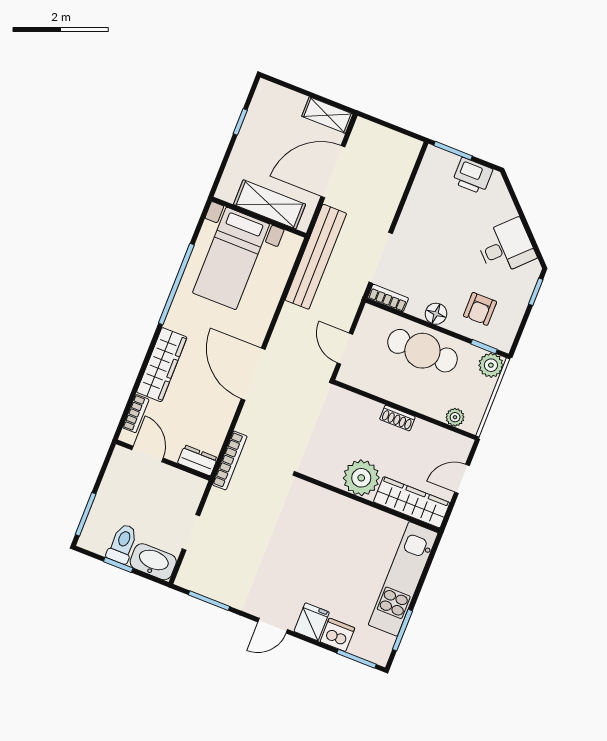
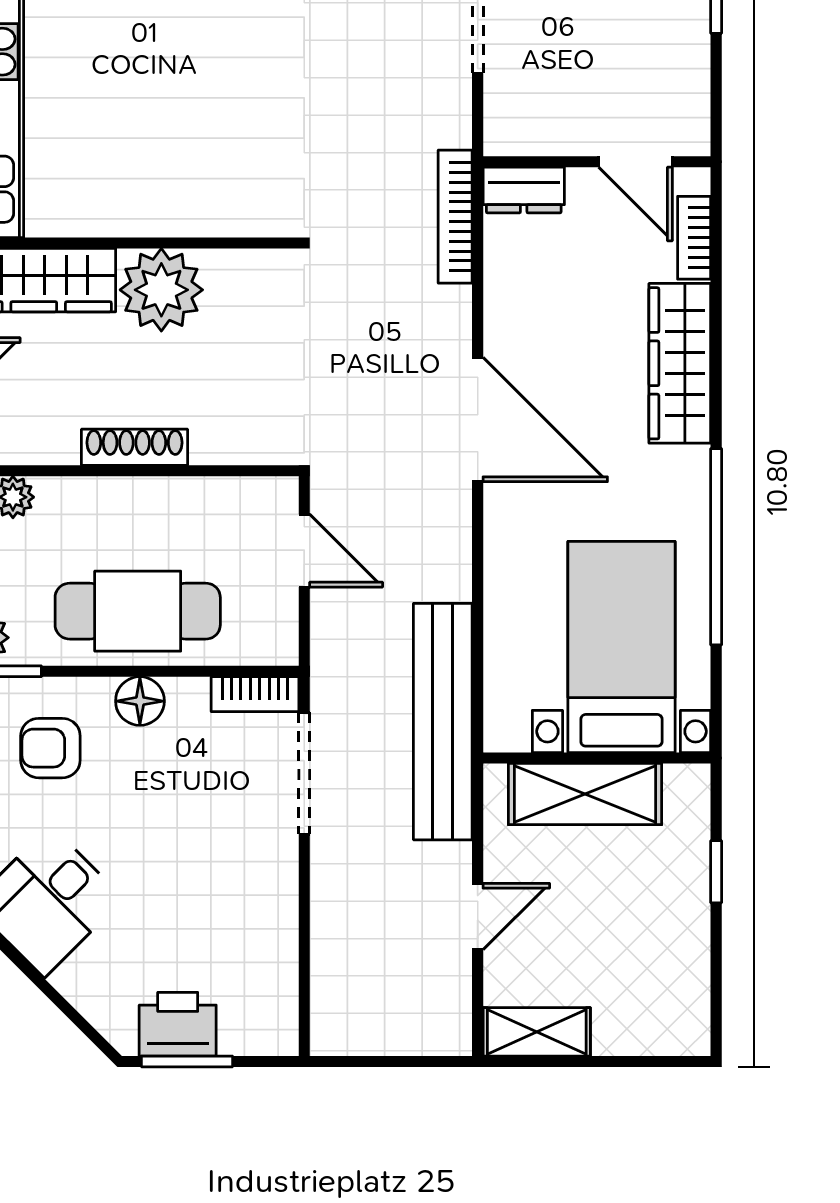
window: (240, 122) -> (716, 872), moved
window: (453, 151) -> (187, 1061), moved
door: (333, 172) -> (478, 917), width x0.53
armchair: (480, 309) -> (50, 748), turned -90
shoe rack: (397, 418) -> (134, 447), width x1.43

